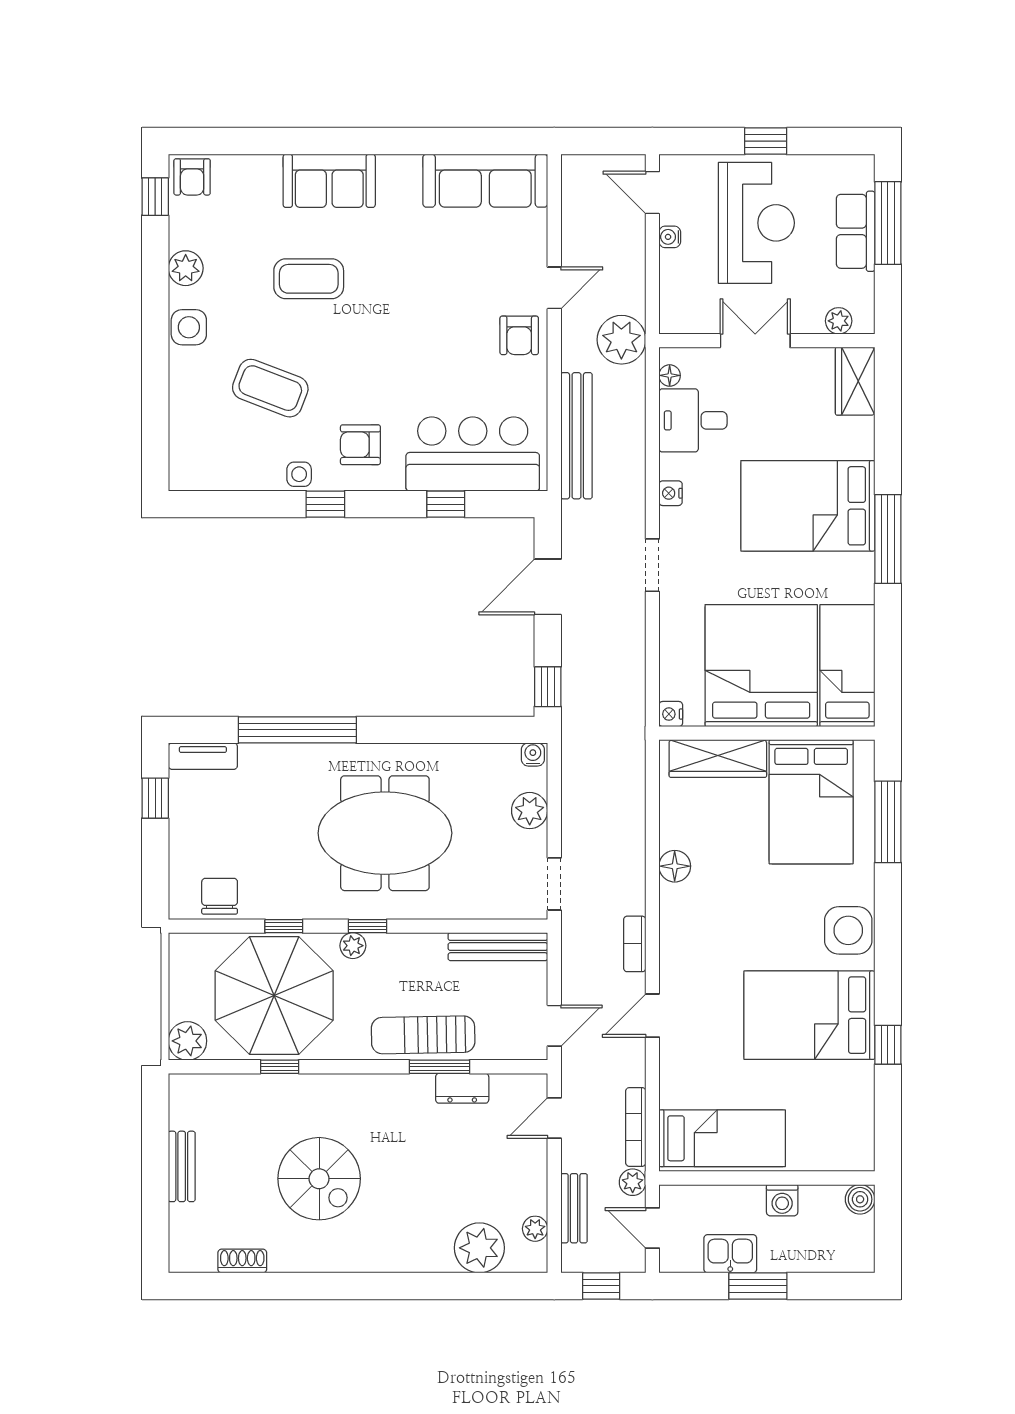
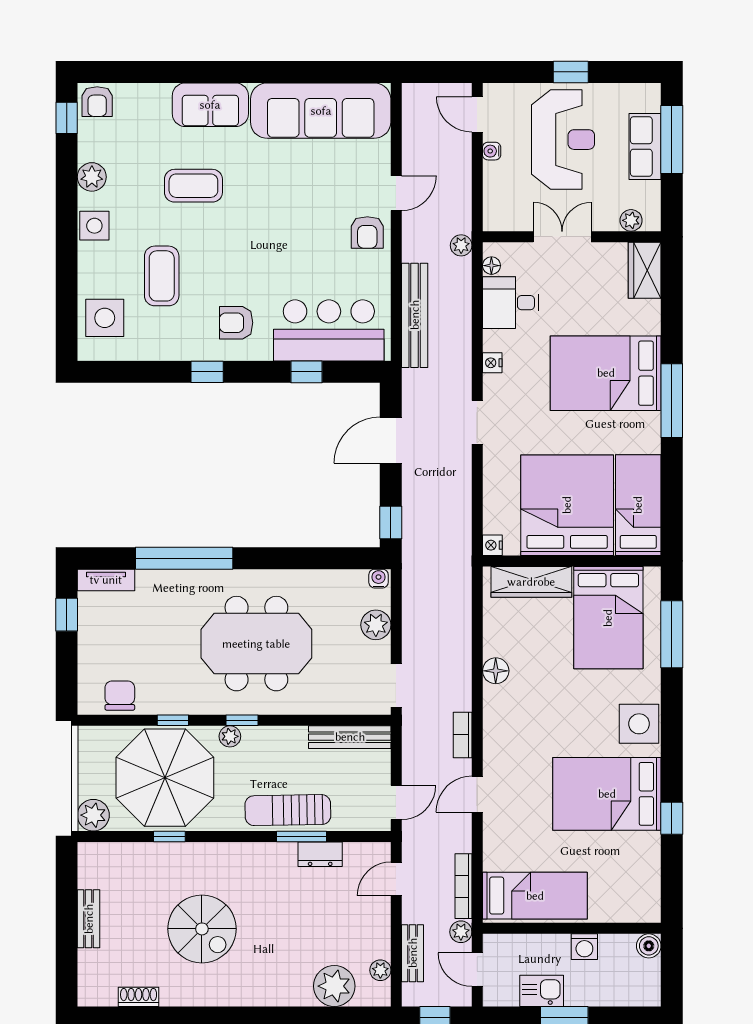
sofa: (485, 181) -> (321, 111), width x1.36, depth x1.27
plant: (621, 340) -> (461, 245), width x0.53, depth x0.53
coffee table: (270, 388) -> (162, 276), turned 69
side table: (299, 474) -> (105, 318), moved, width x1.87, depth x1.87

